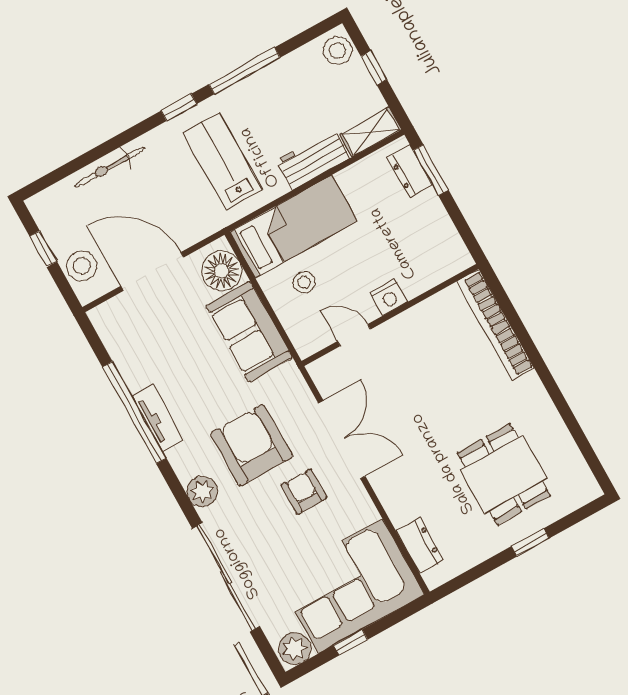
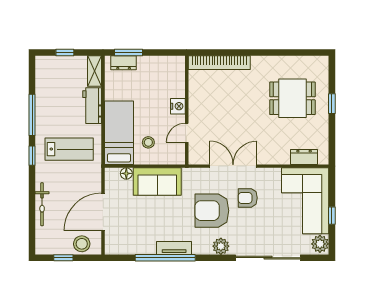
stool: (337, 51) -> (47, 65), removed
lab bench: (223, 161) -> (69, 149), turned 180
floor lamp: (222, 271) -> (126, 173), width x0.53, depth x0.53

